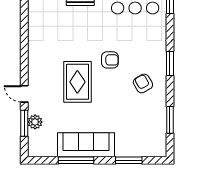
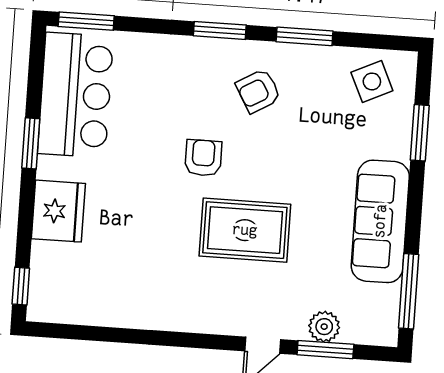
window: (170, 120) -> (305, 36), moved
side table: (151, 136) -> (372, 81), added
window: (76, 160) -> (409, 291), moved

